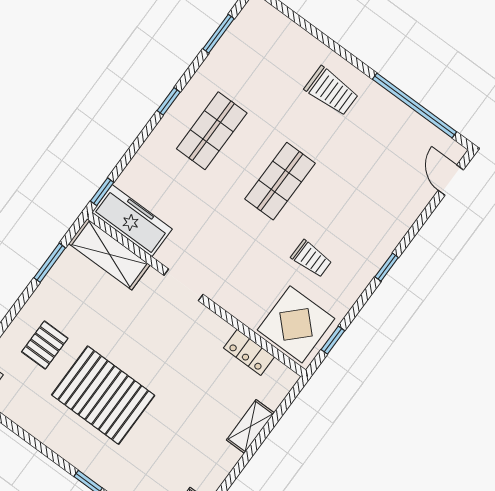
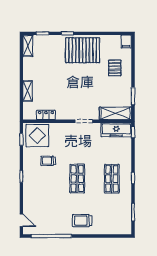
pallet: (103, 395) -> (83, 50), moved

